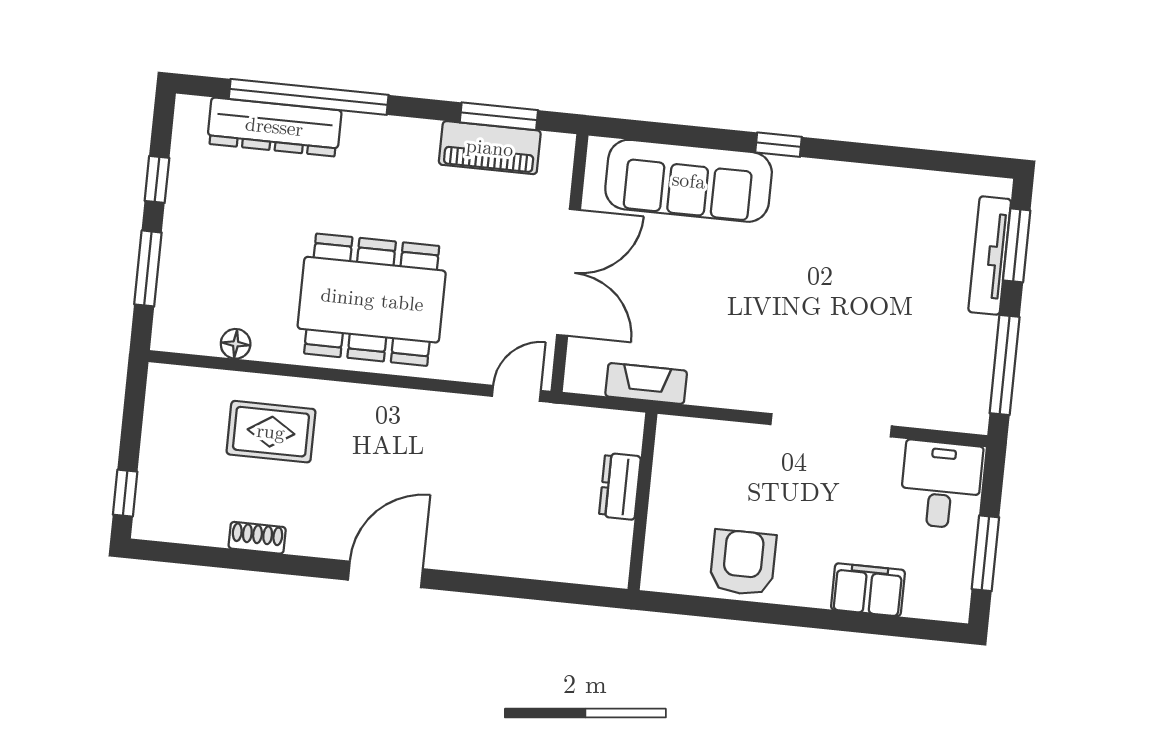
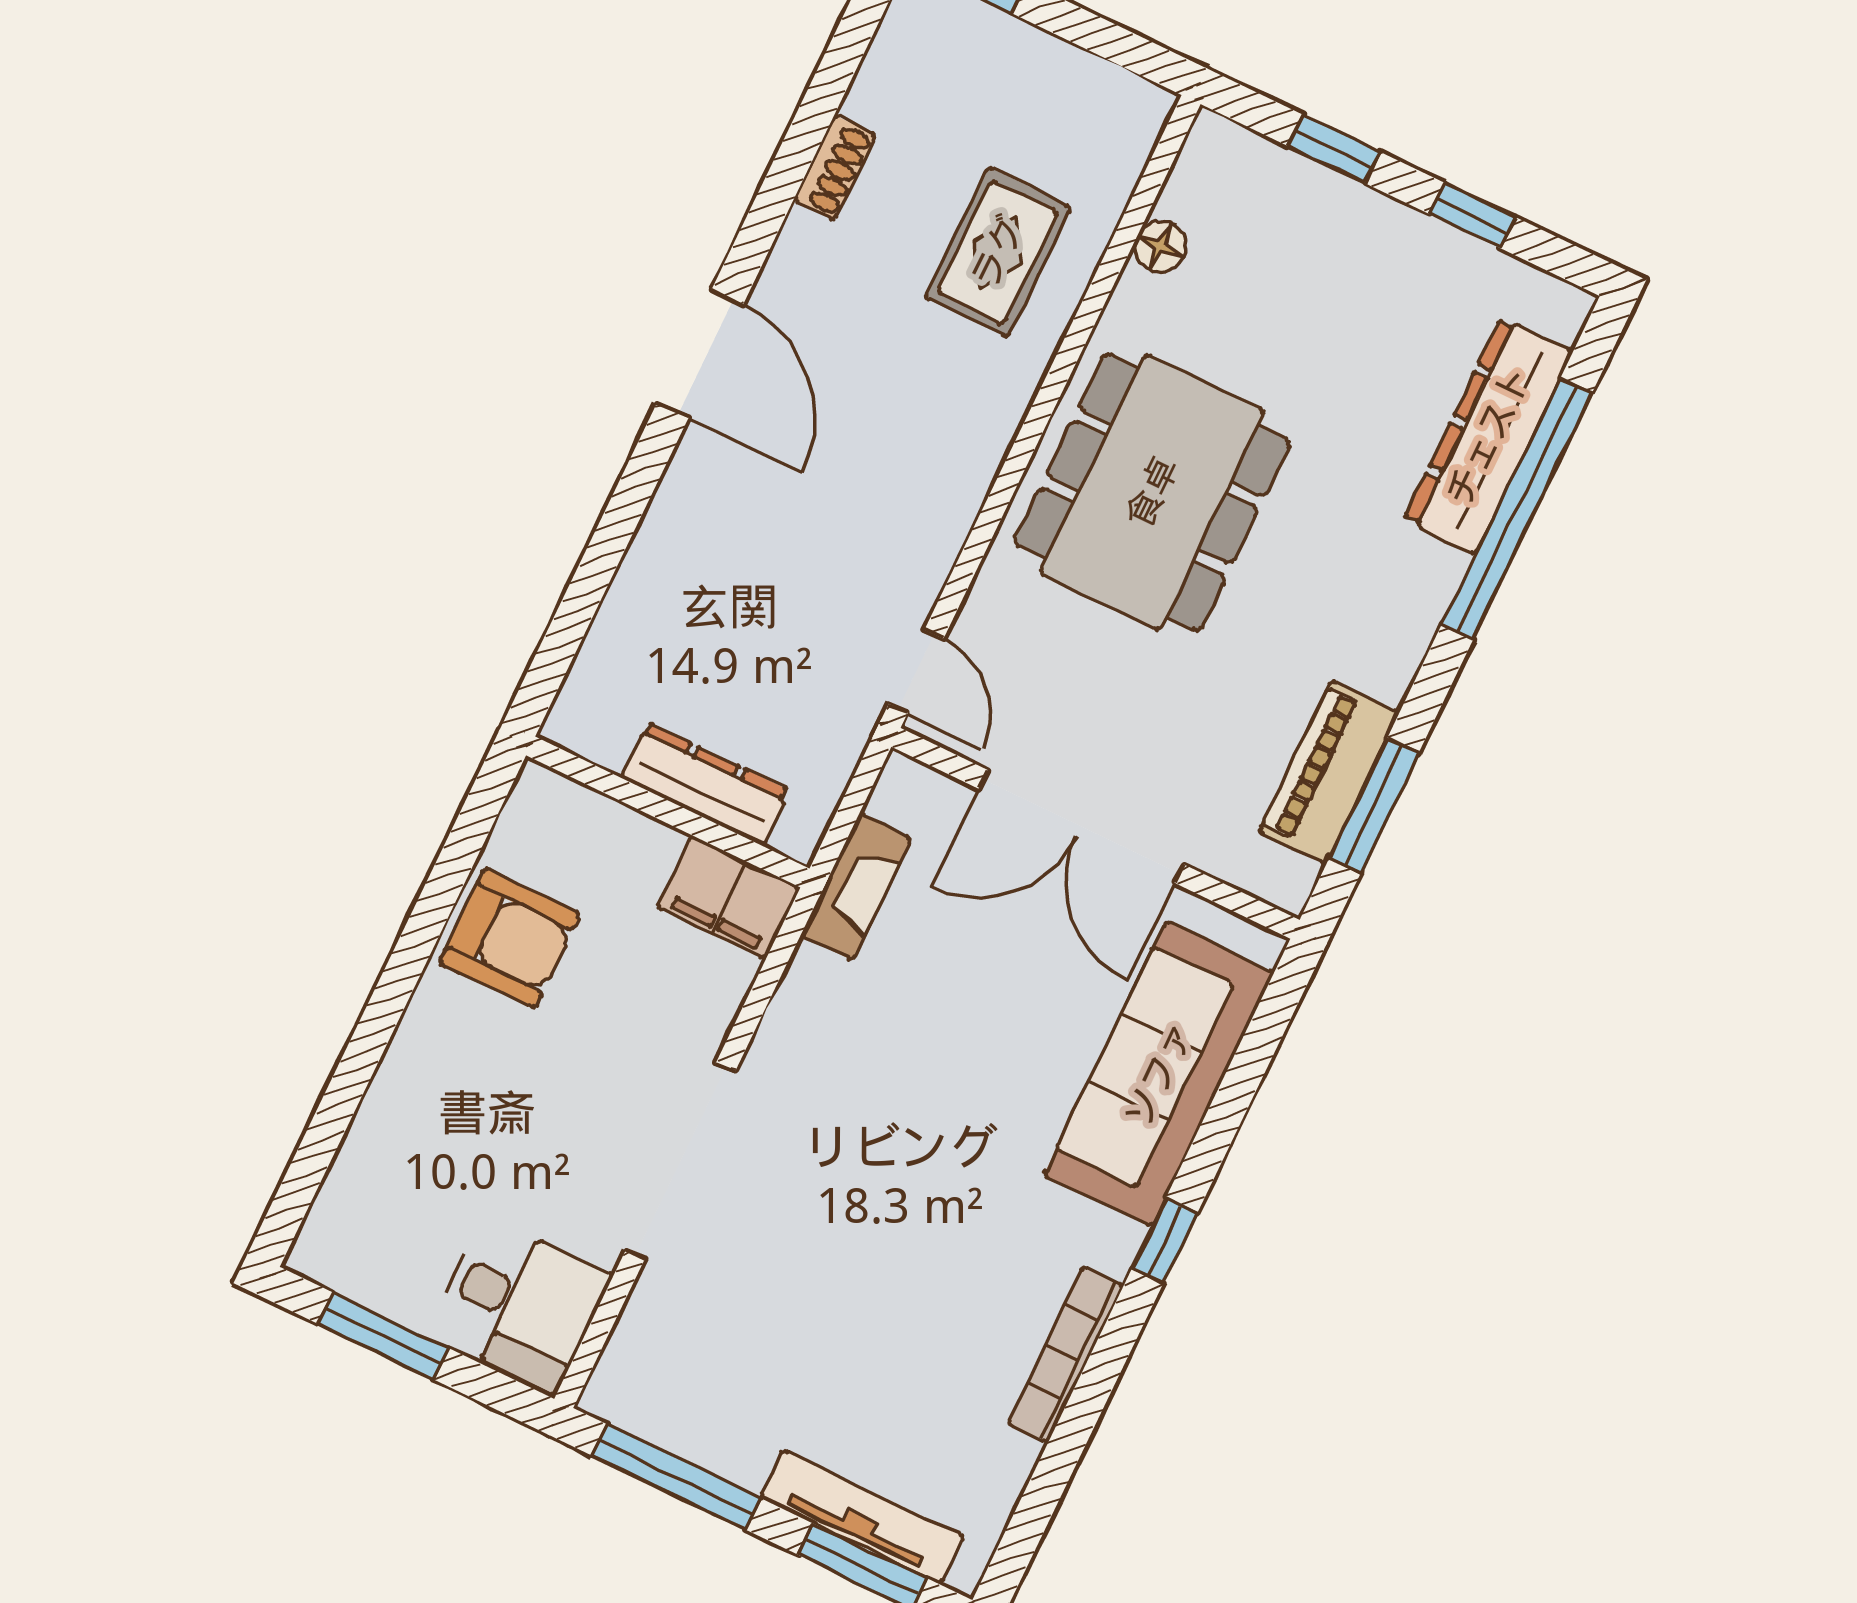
bookcase: (860, 176) -> (1066, 1354), added
window: (148, 268) -> (1334, 149), width x0.67
dresser: (620, 486) -> (705, 784), width x1.44
filing cabinet: (868, 590) -> (729, 897), moved, turned 90

